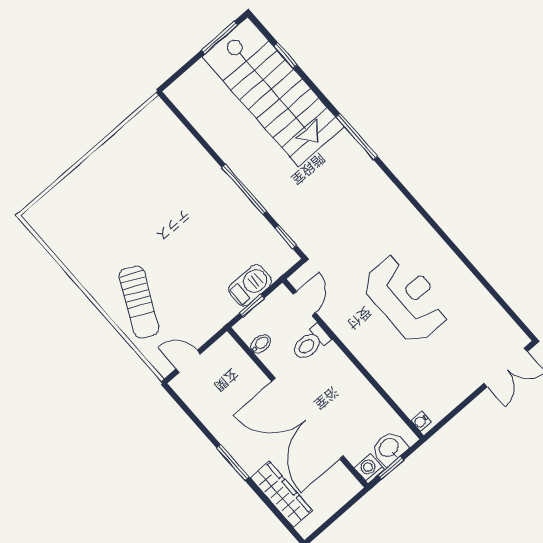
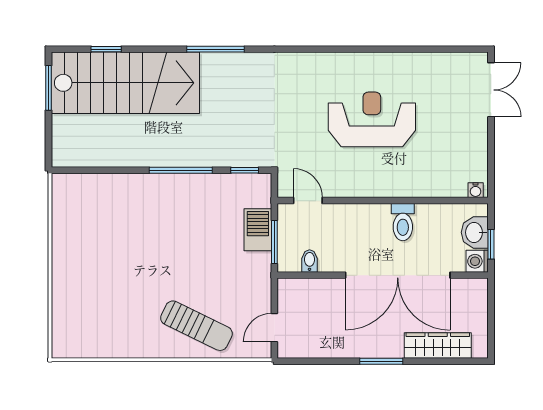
window: (252, 306) -> (274, 242), width x1.50
toilet: (311, 343) -> (403, 222), moved

